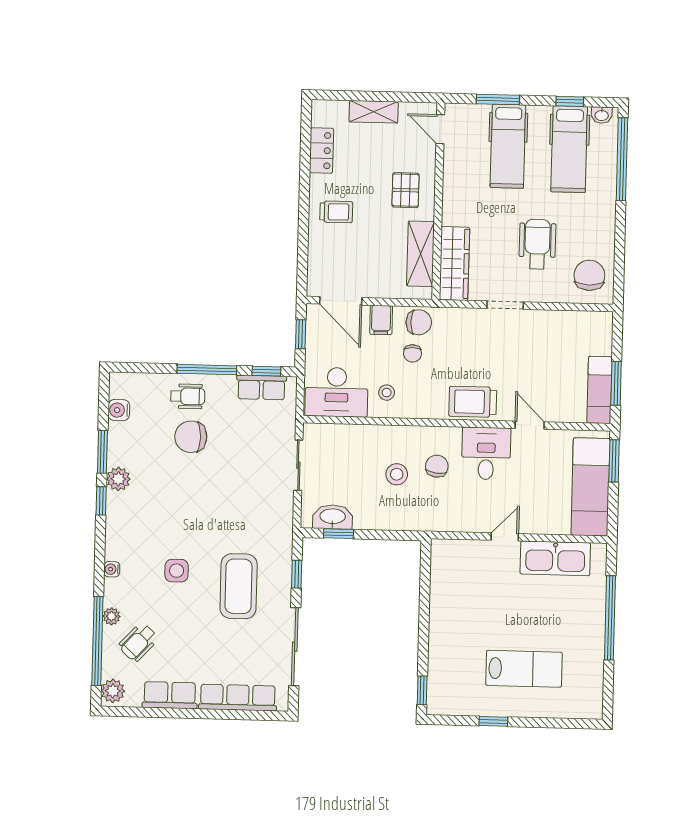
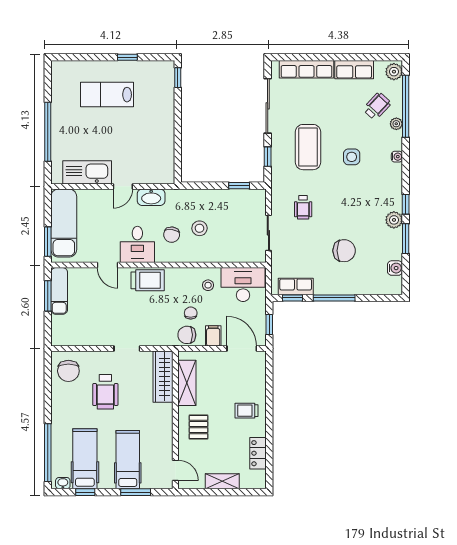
wheelchair: (188, 396) -> (303, 207), moved, turned -90
washbasin: (333, 517) -> (151, 197), moved

